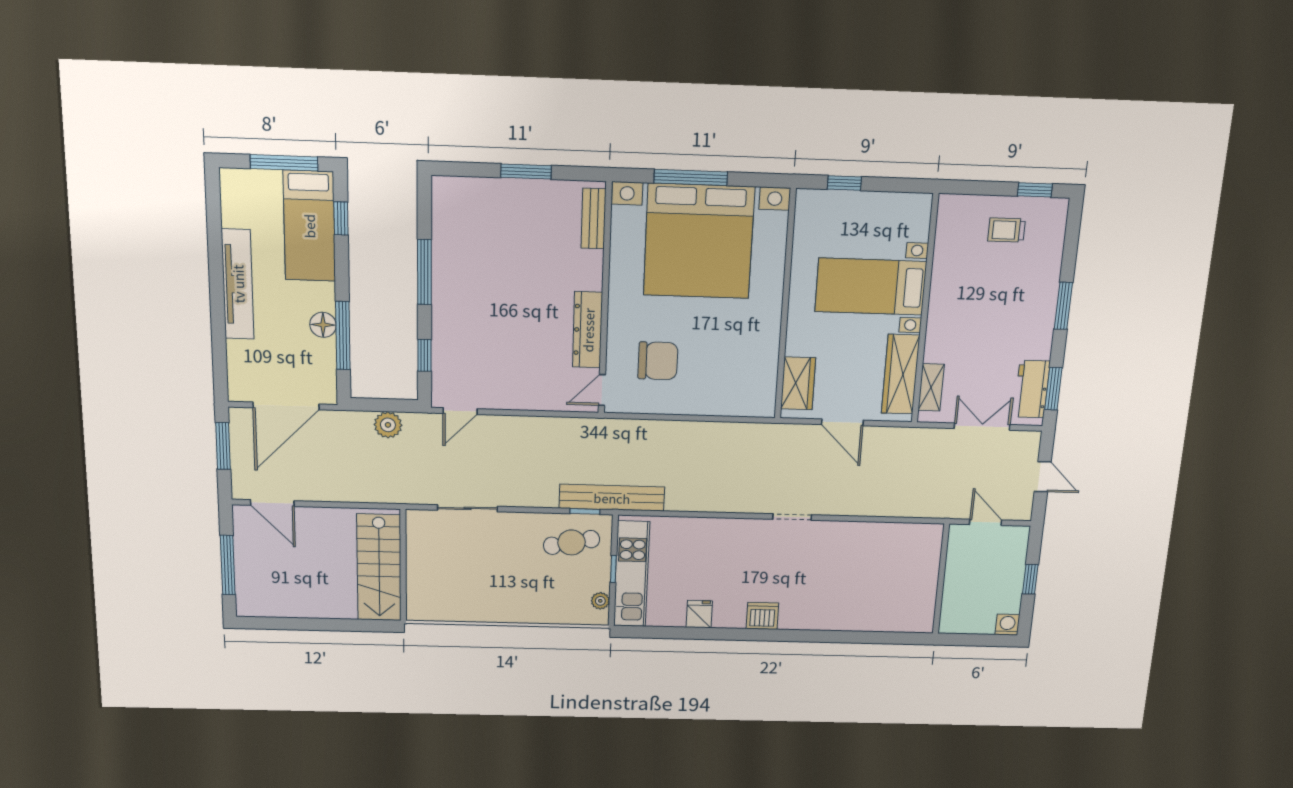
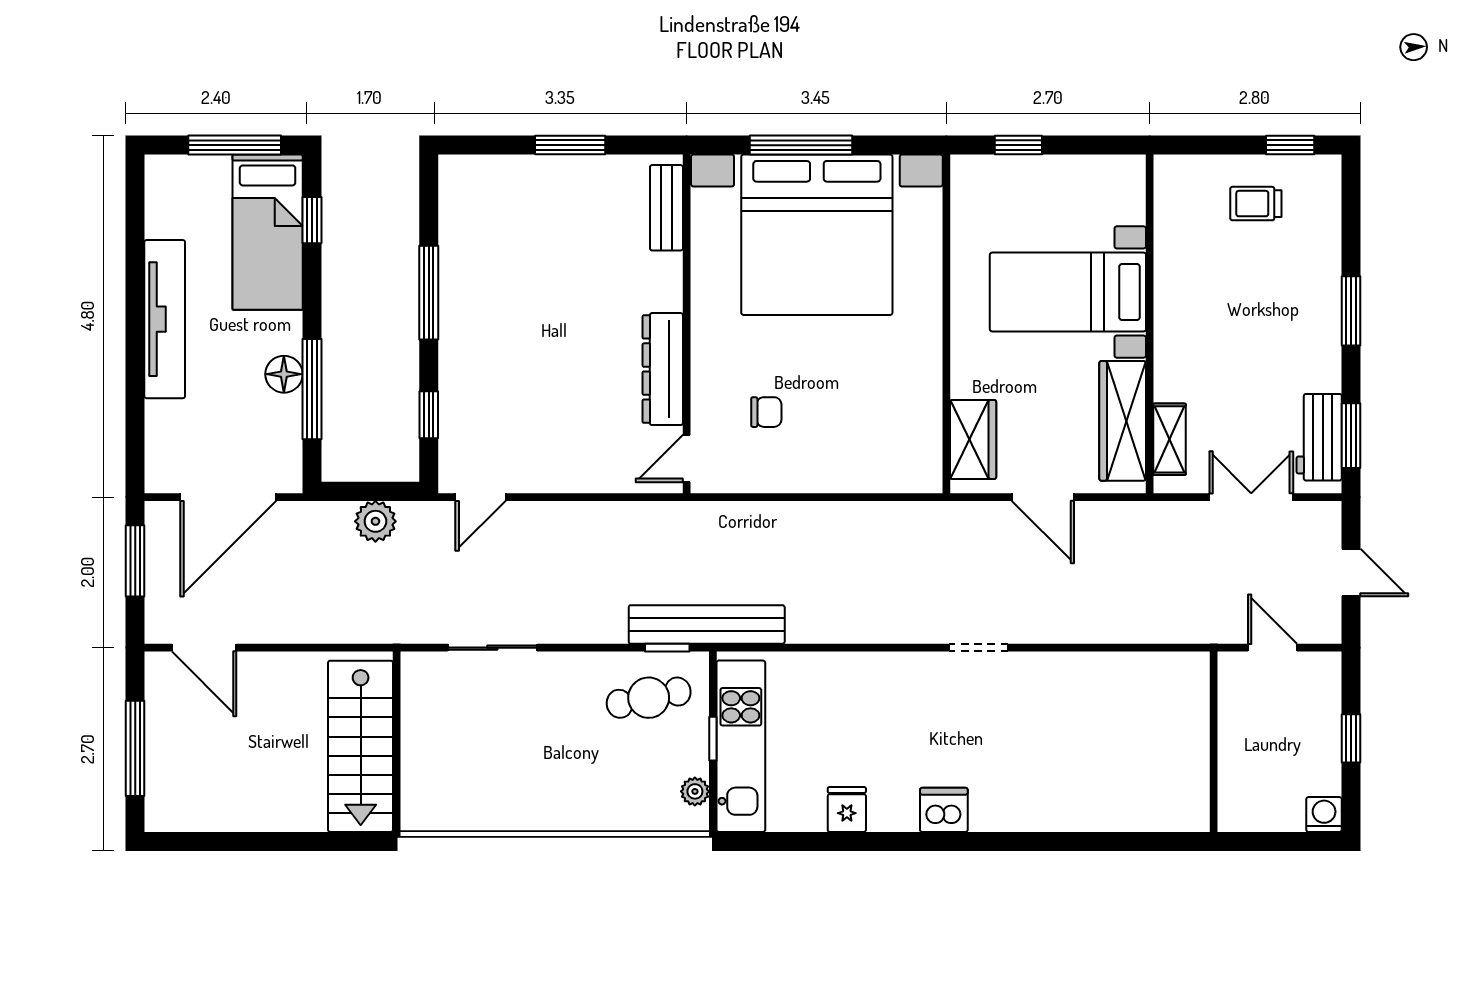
chair: (658, 361) -> (766, 412), width x0.54, depth x0.54

